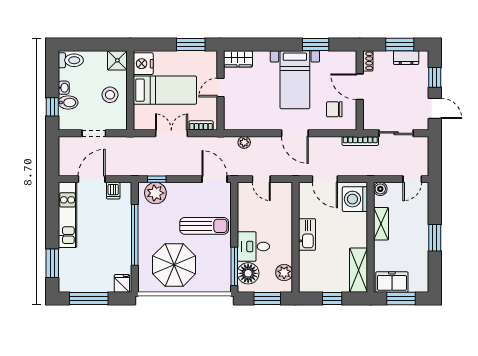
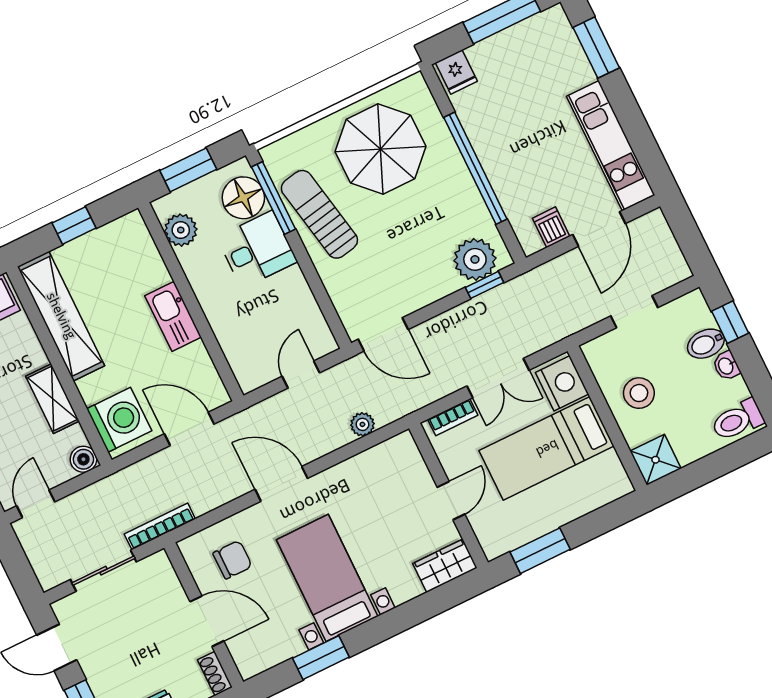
nightstand: (143, 64) -> (562, 383), moved
door: (261, 179) -> (301, 374), hinge flipped
sun lounger: (204, 226) -> (319, 214), moved, turned 79
shelving: (359, 270) -> (61, 316), width x1.47

